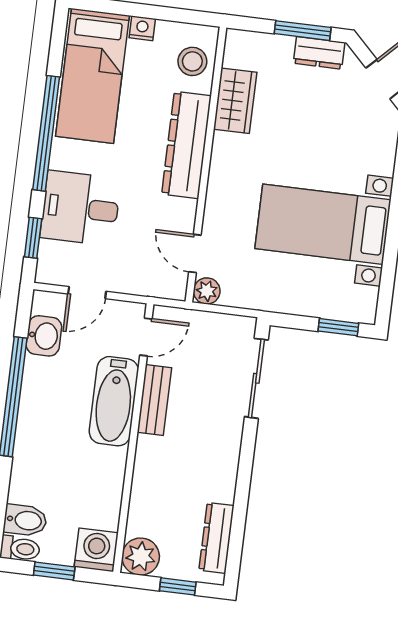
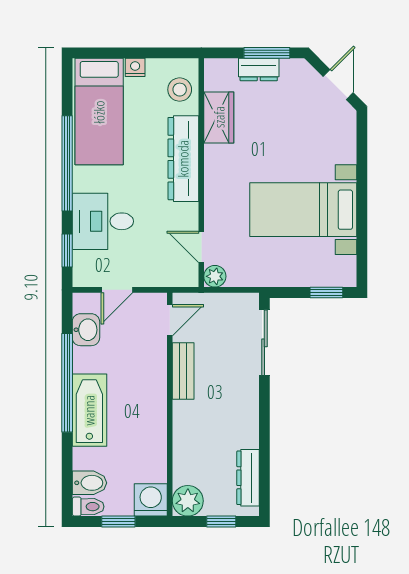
dresser: (319, 53) -> (259, 70), moved
bathtub: (114, 401) -> (89, 410), moved, turned 180

